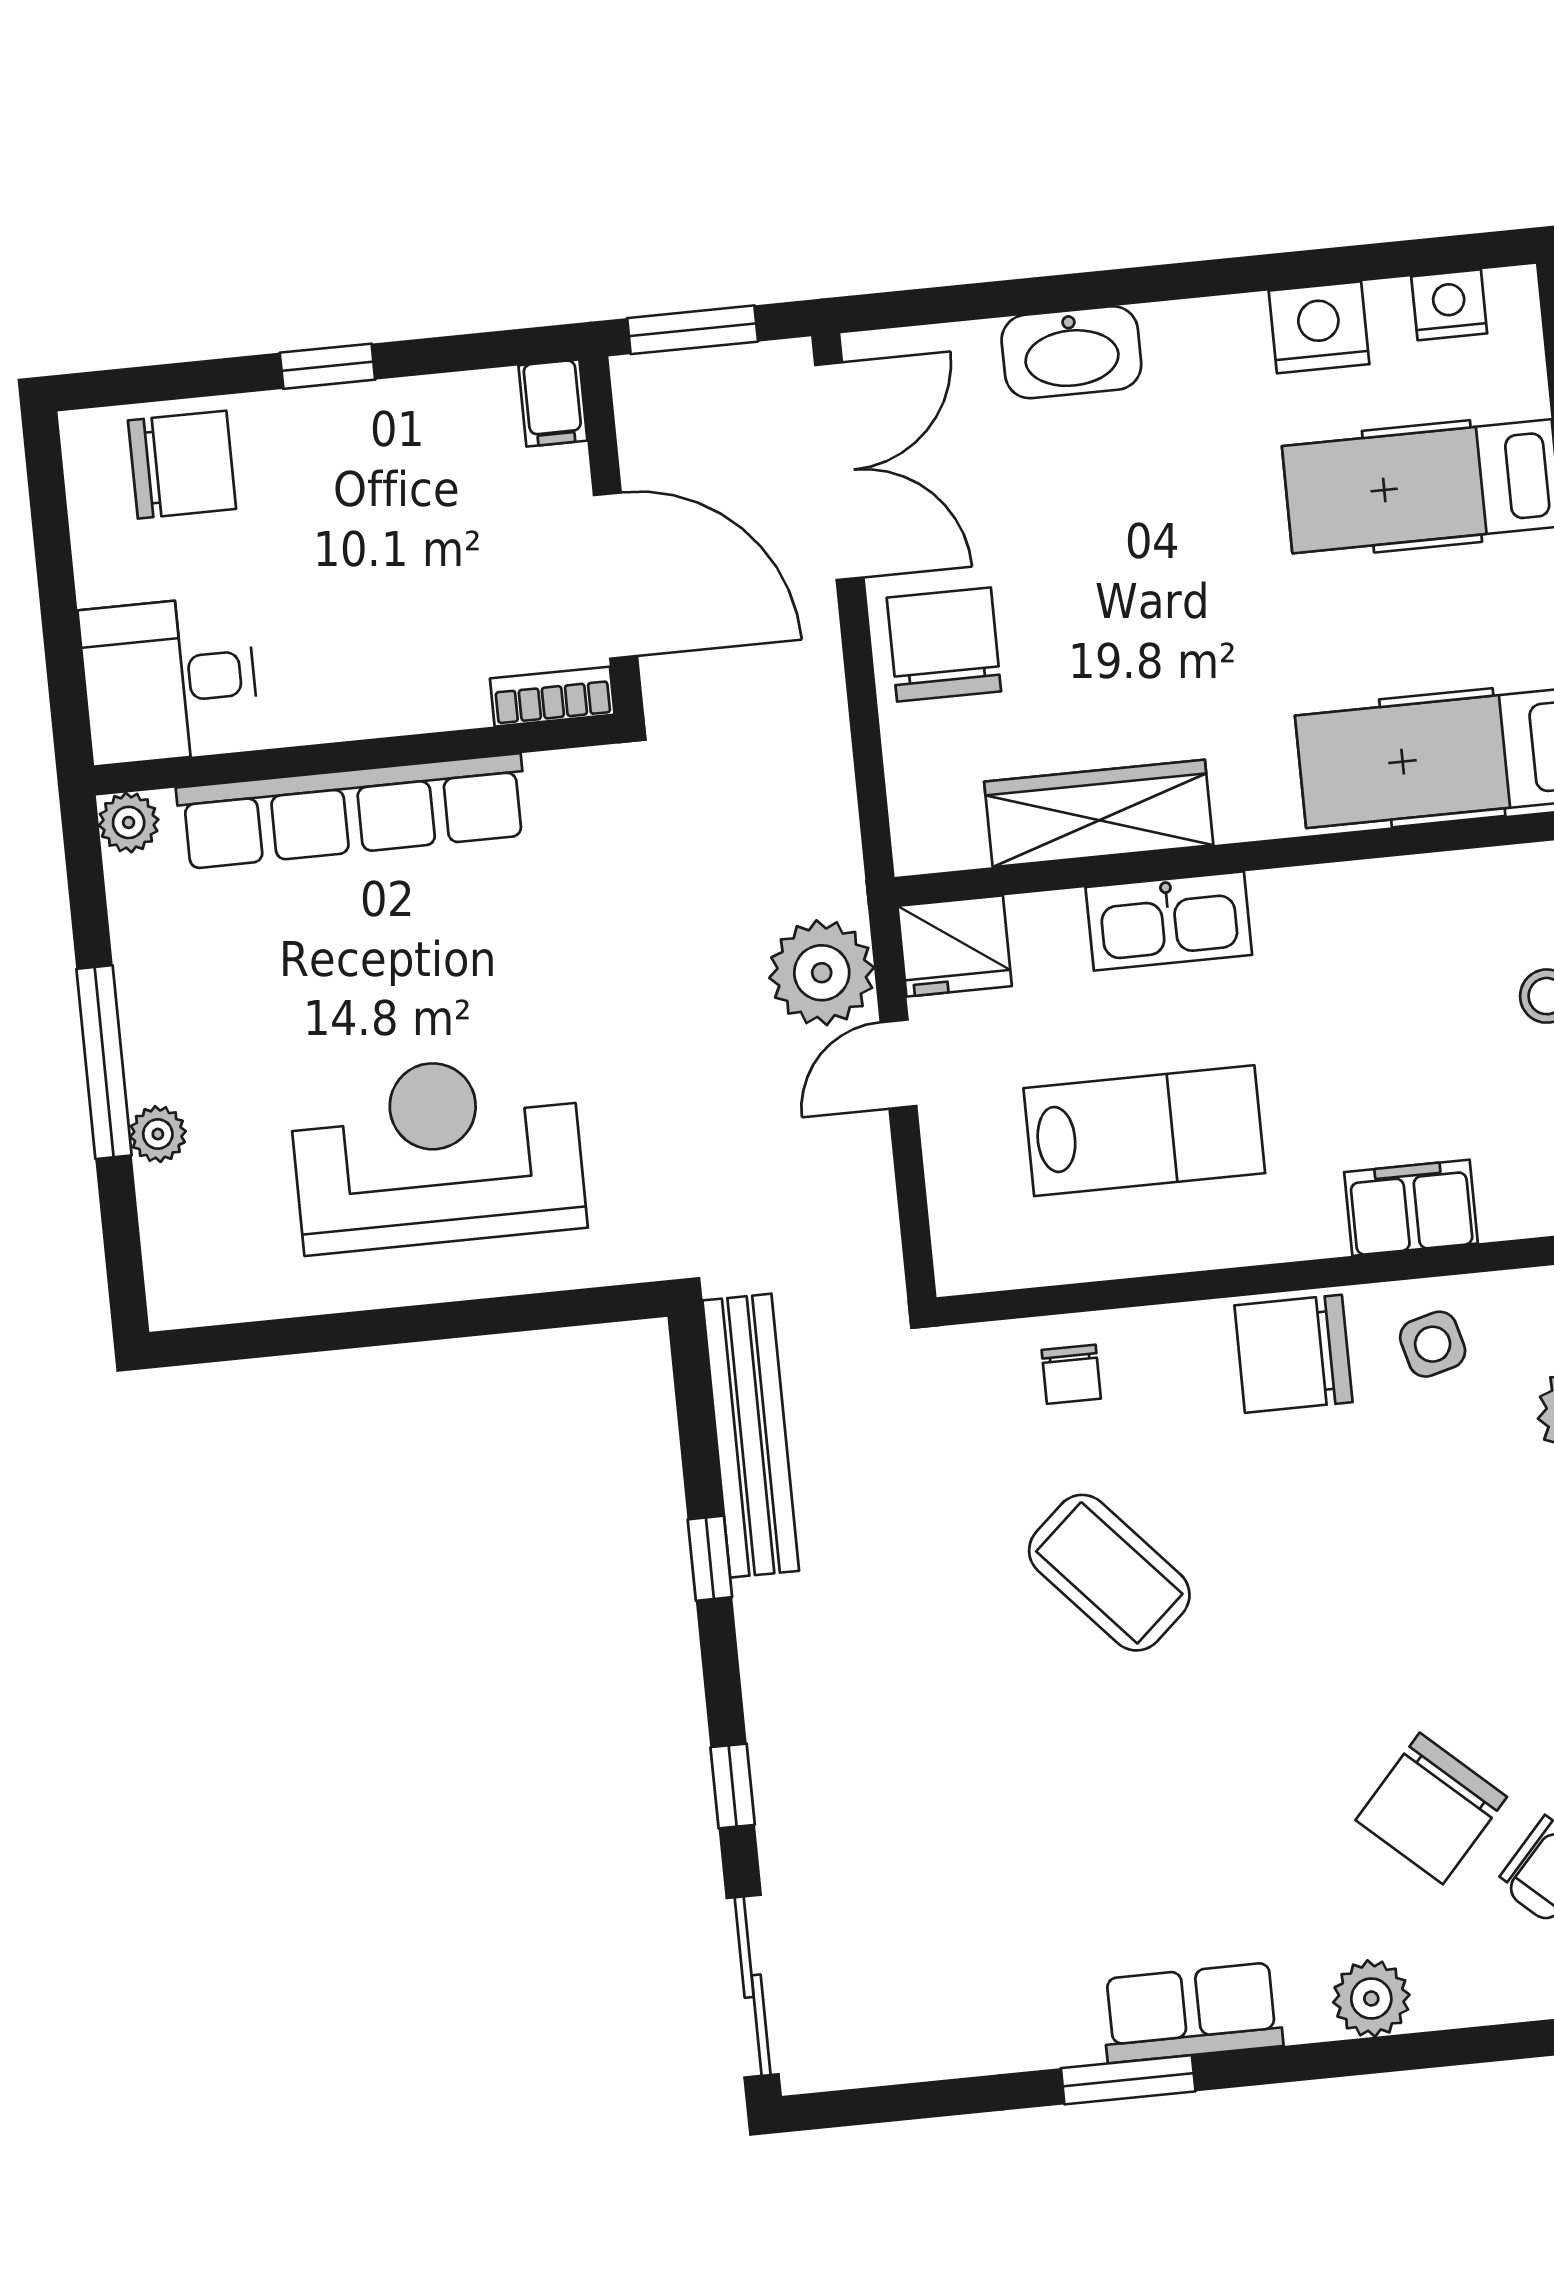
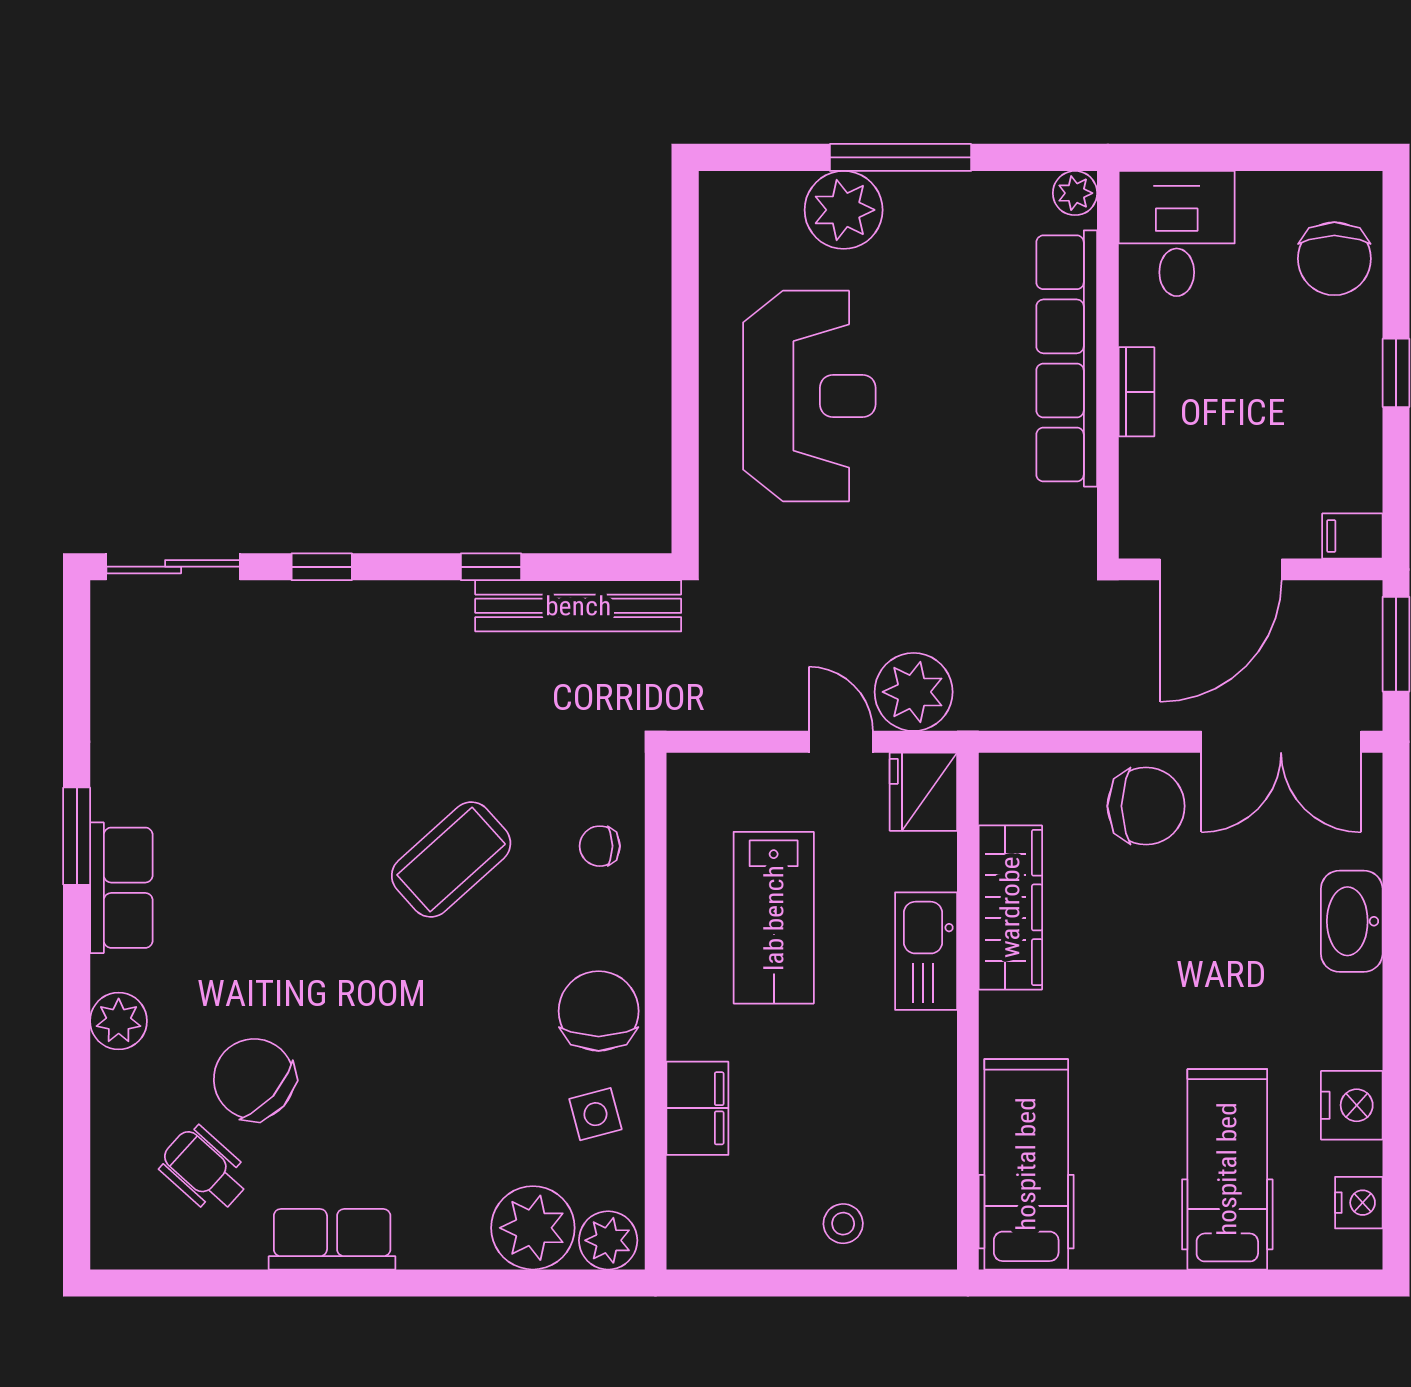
bookcase: (552, 697) -> (1137, 392), moved
plant: (158, 1134) -> (844, 210), width x1.88, depth x1.88

